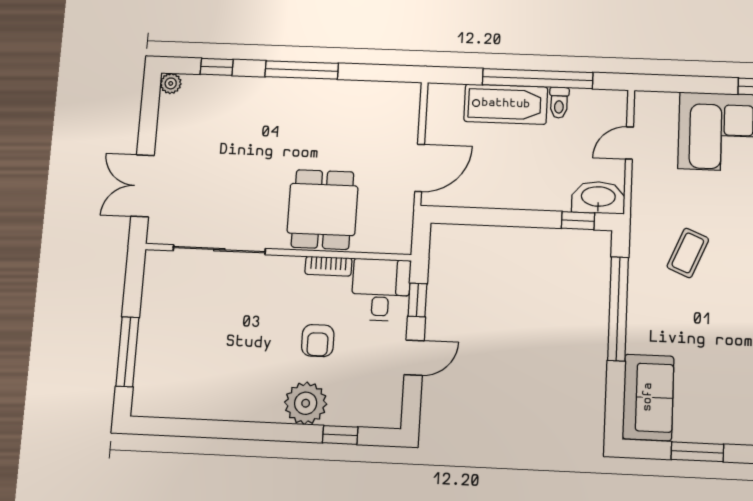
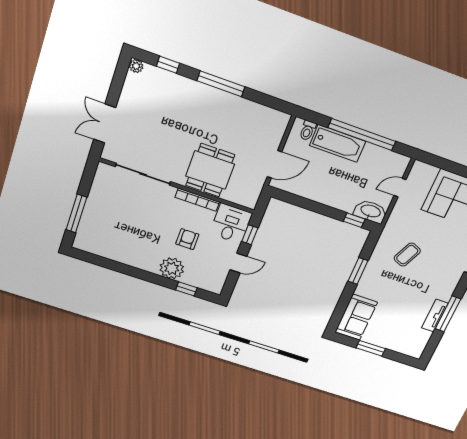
toilet: (559, 103) -> (308, 130), moved
bookcase: (328, 266) -> (197, 200), width x1.56
window: (618, 309) -> (358, 271), width x0.47
armchair: (318, 341) -> (187, 239), turned 180

